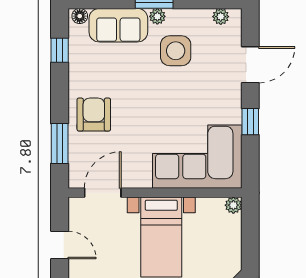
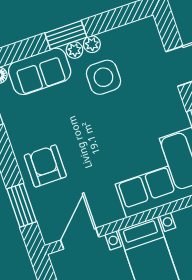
plant: (221, 17) -> (92, 44), moved

